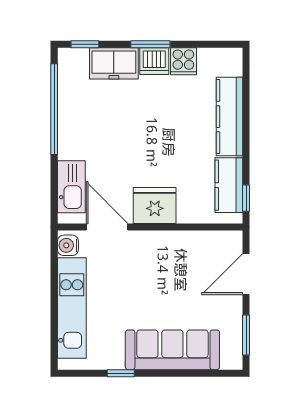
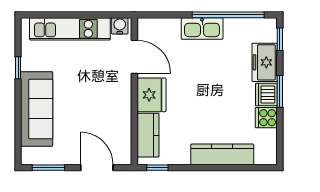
kitchen counter: (229, 185) -> (148, 135), moved, turned 90
kitchen sink: (71, 187) -> (202, 28), moved
door: (107, 227) -> (134, 57), hinge flipped

